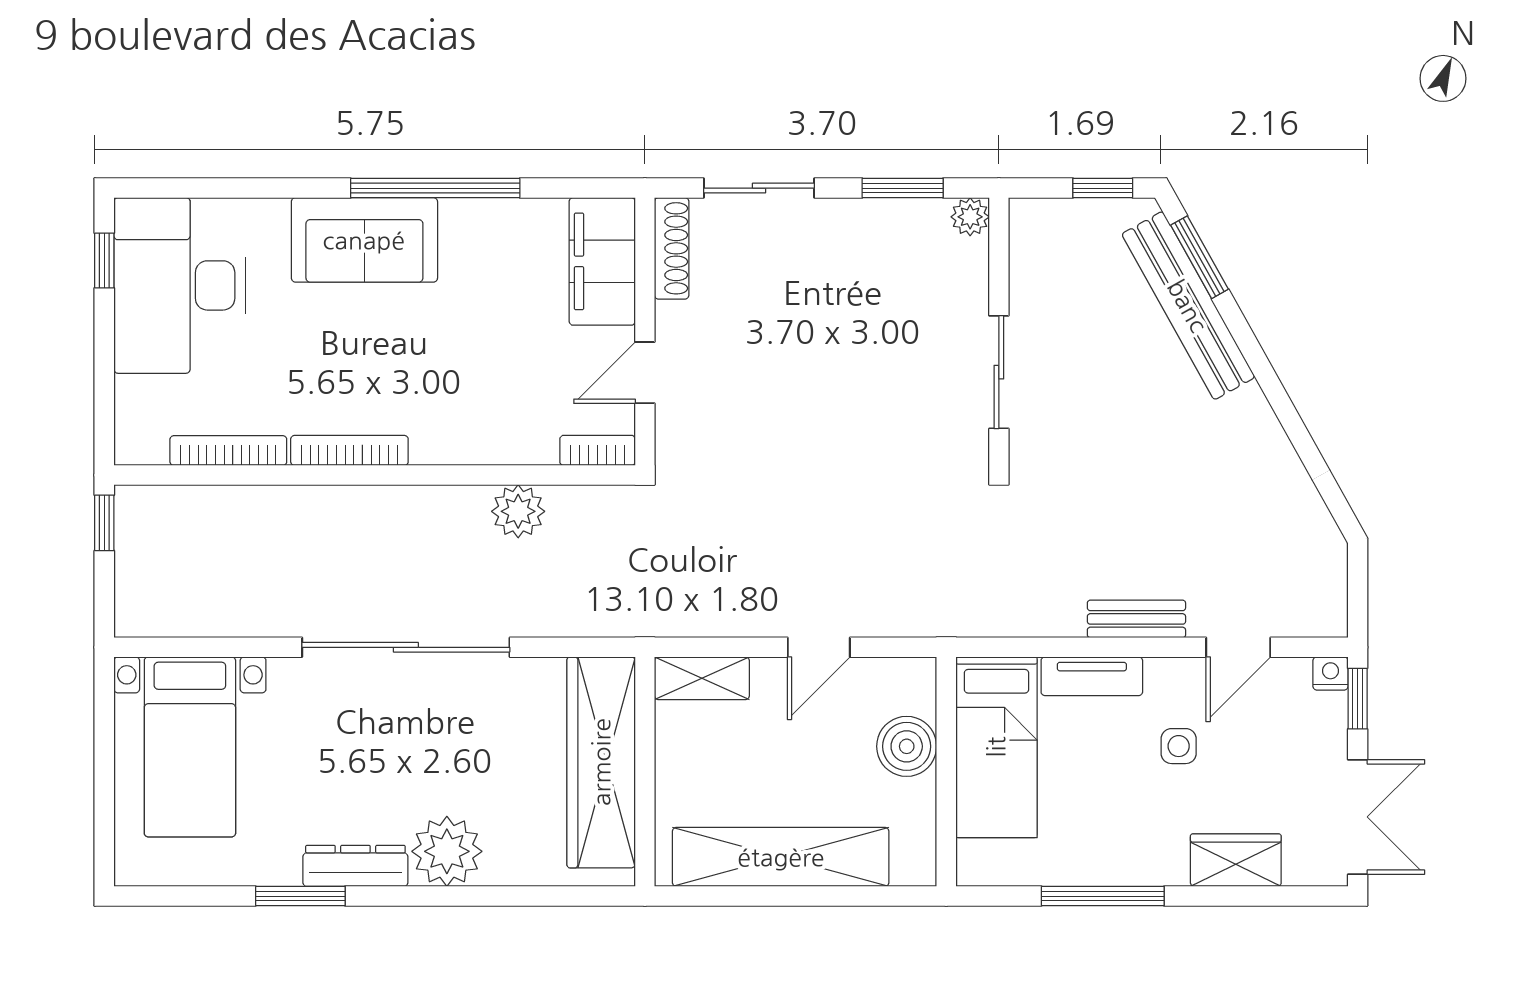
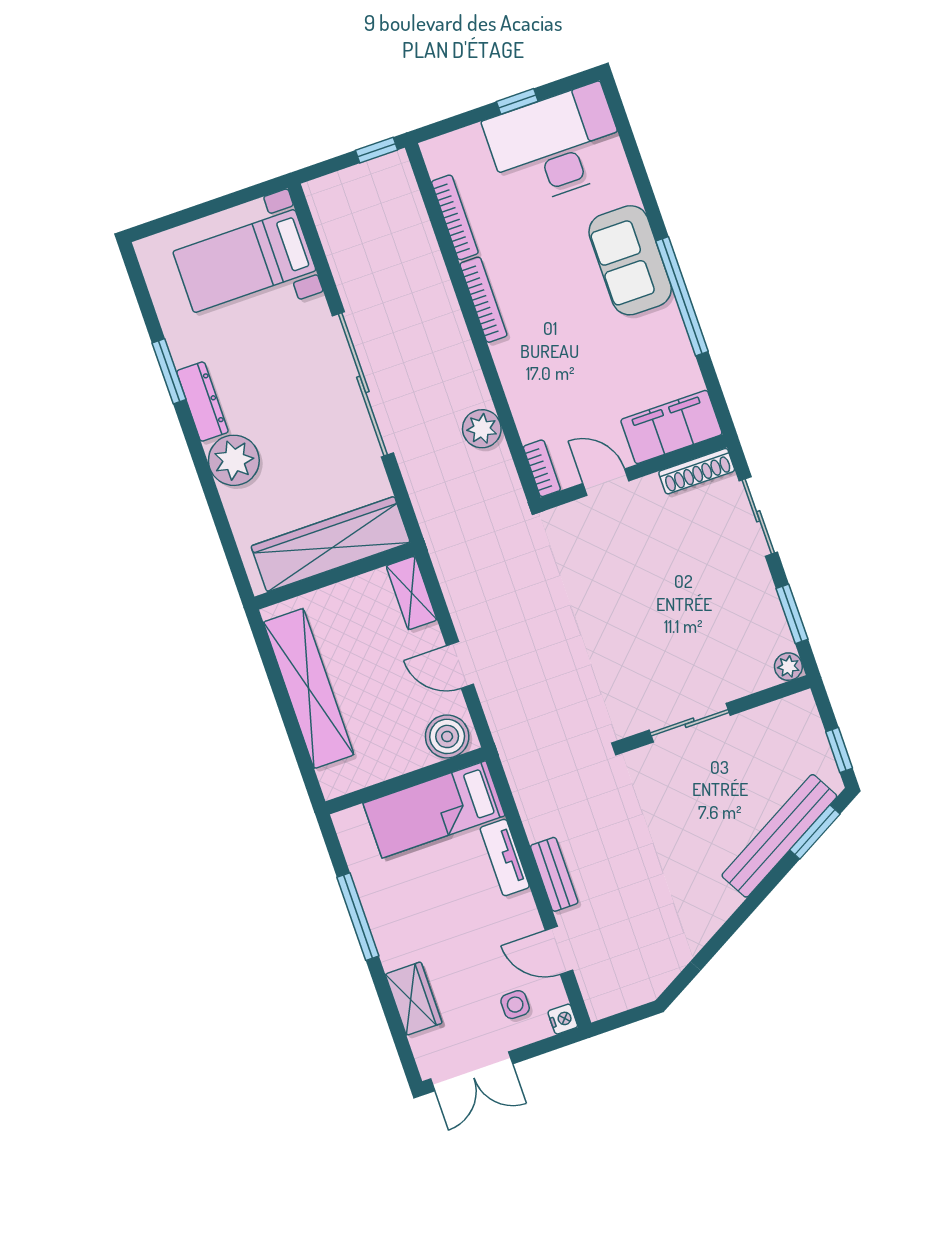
window: (104, 261) -> (517, 101), moved
window: (1358, 699) -> (552, 1043), removed
boiler: (907, 746) -> (447, 736), moved
side table: (1179, 746) -> (515, 1005), moved

